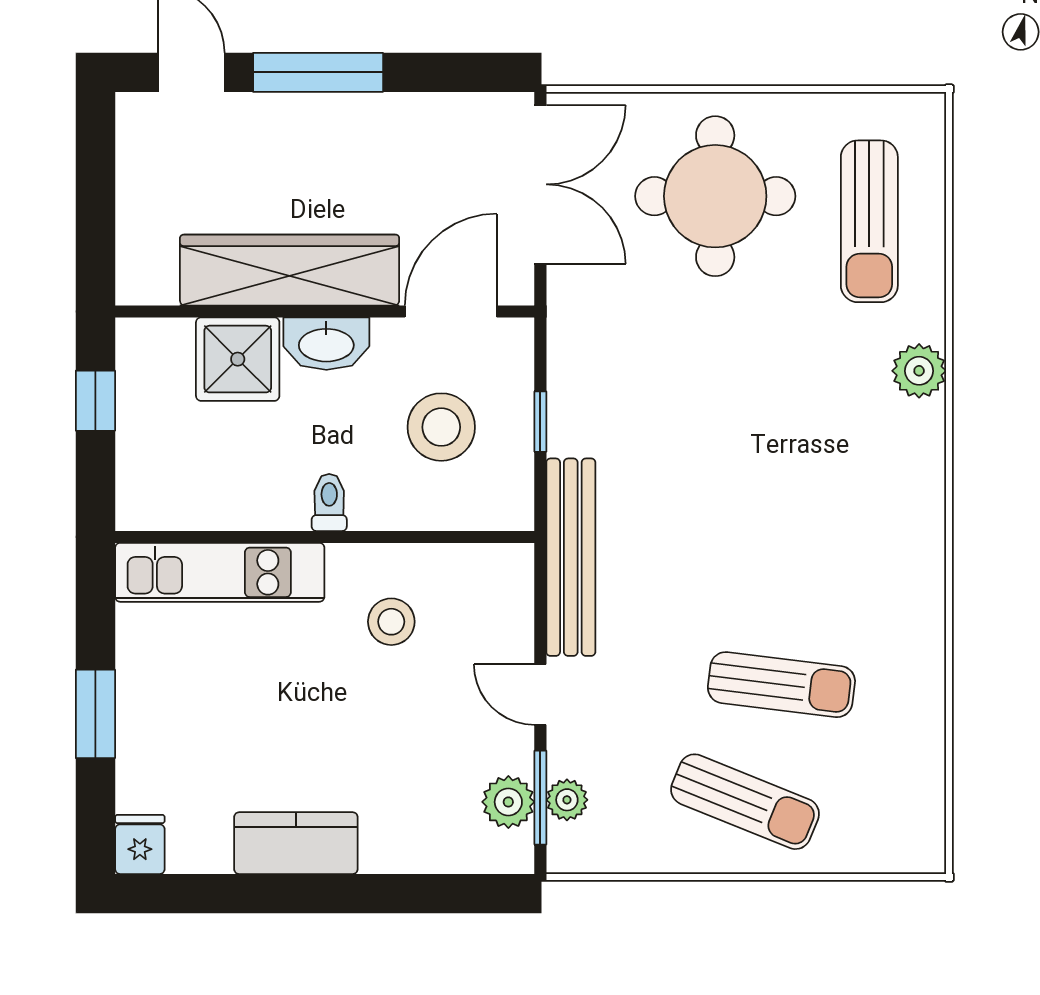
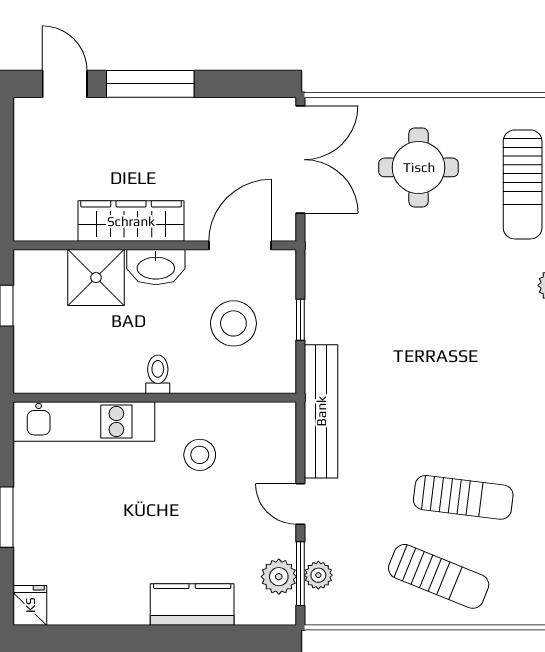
round table: (715, 196) -> (419, 167), width x0.73, depth x0.73
wardrobe: (290, 270) -> (131, 221), width x0.71, depth x0.85
kitchen counter: (296, 843) -> (192, 604), moved

